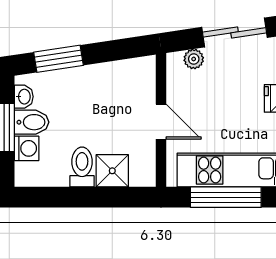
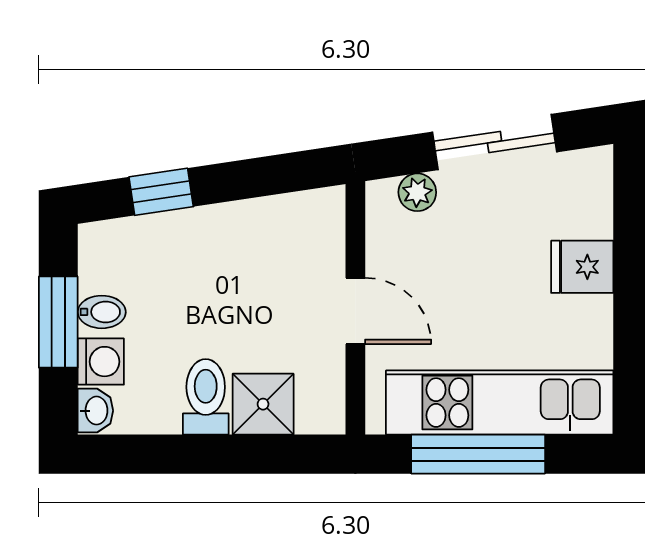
window: (59, 59) -> (161, 192), width x0.67
washbasin: (24, 97) -> (95, 411), moved
bidet: (32, 122) -> (102, 312), width x0.72, depth x0.74

